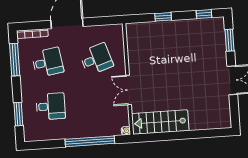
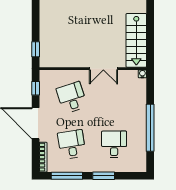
window: (163, 17) -> (36, 49), moved
window: (103, 21) -> (36, 88), added
window: (18, 114) -> (104, 176), moved
window: (90, 141) -> (150, 128), moved

